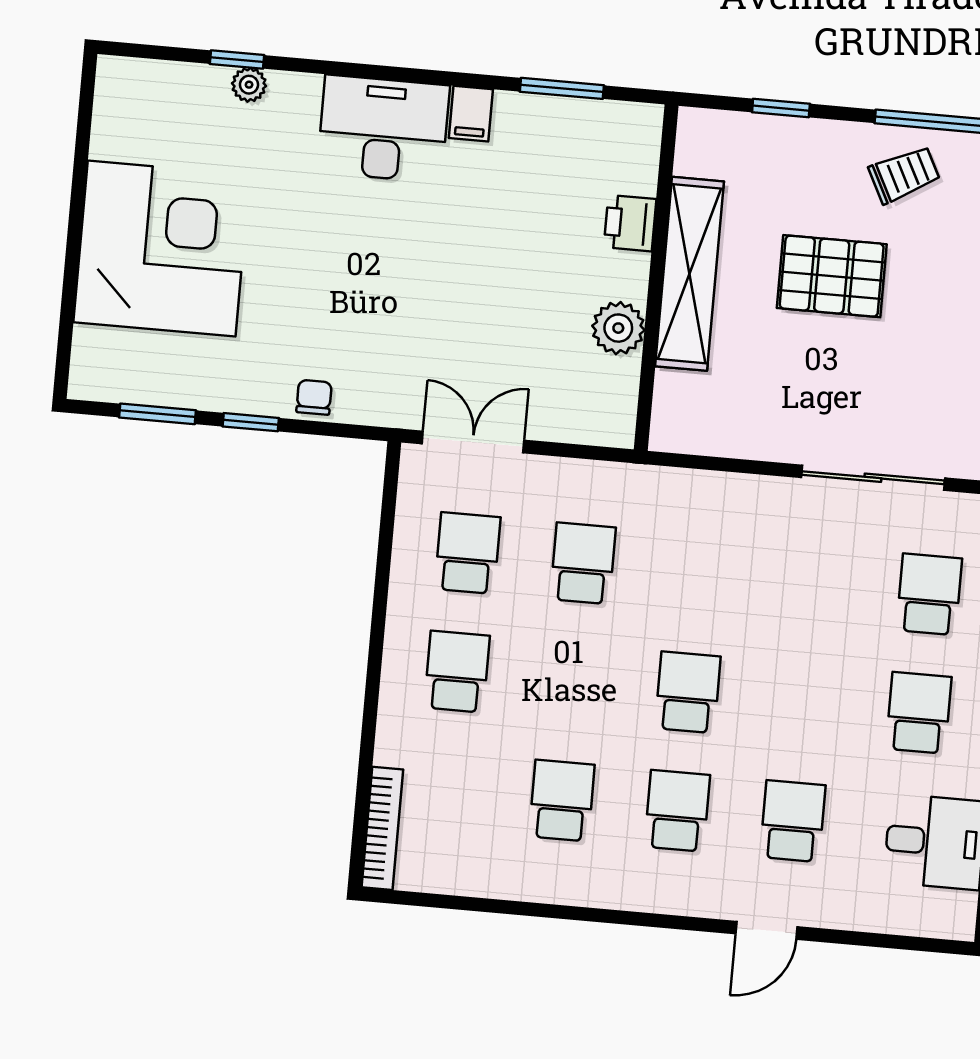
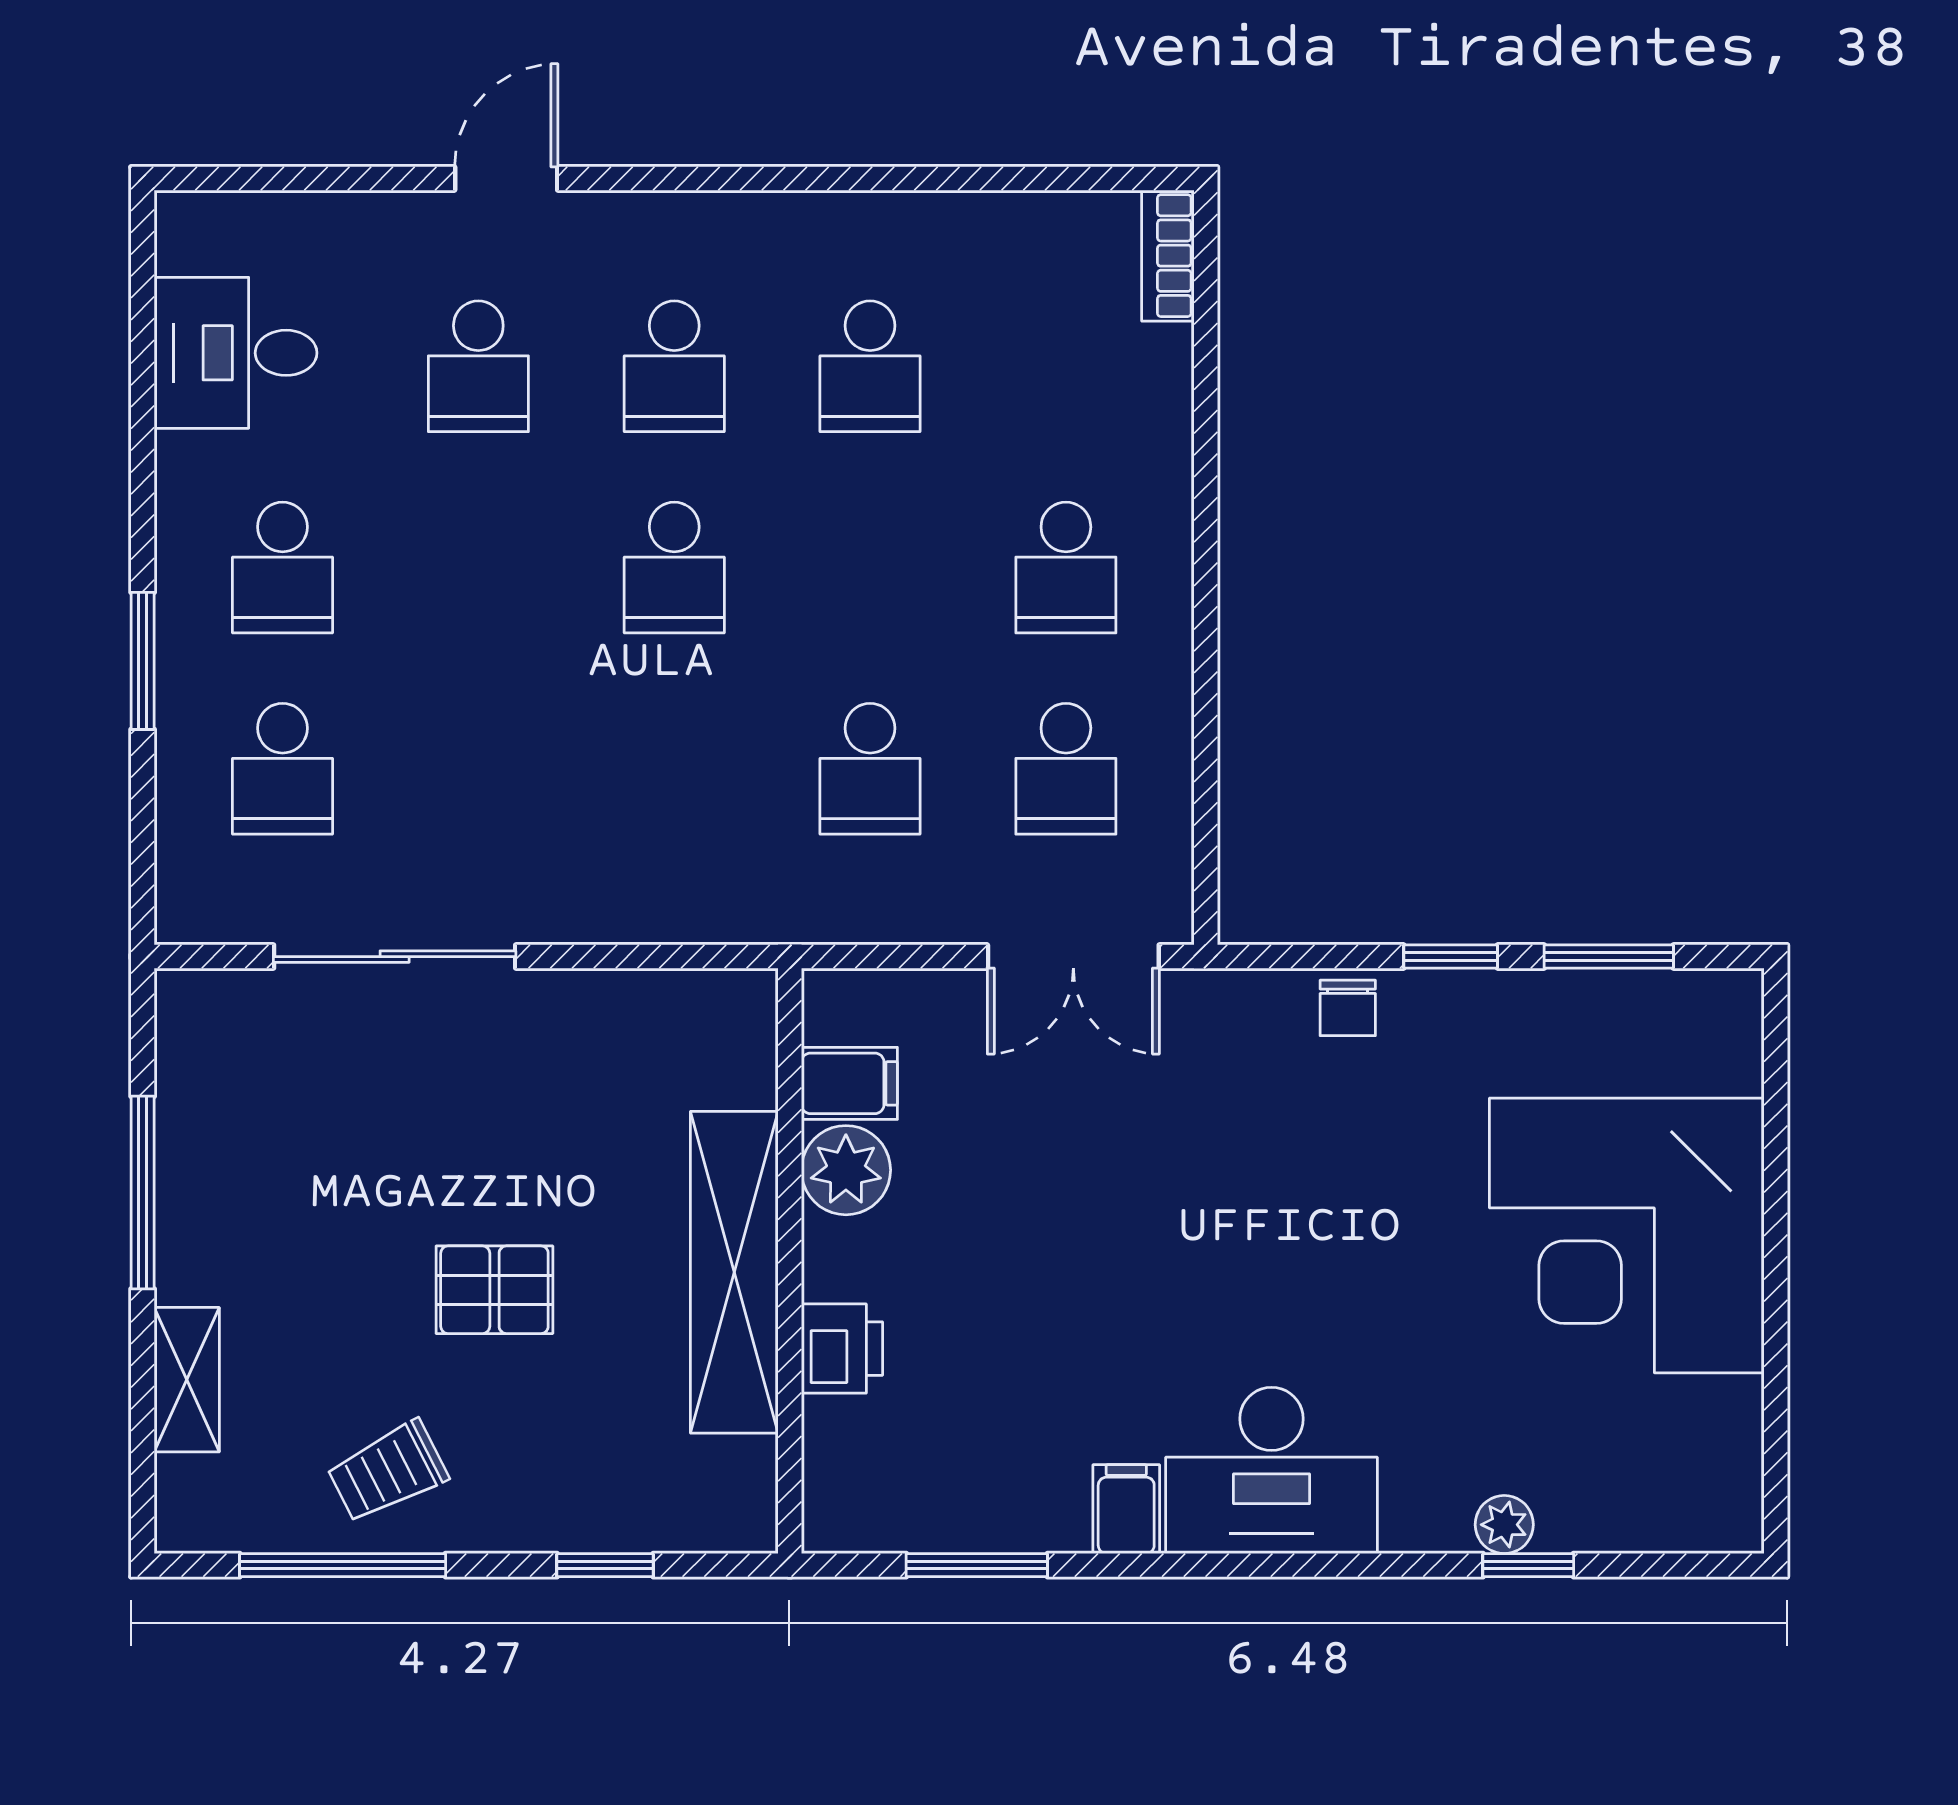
pallet: (832, 276) -> (494, 1290), width x0.67, depth x0.71
filing cabinet: (612, 379) -> (849, 1083), added
bookcase: (382, 828) -> (1168, 256), width x0.64

